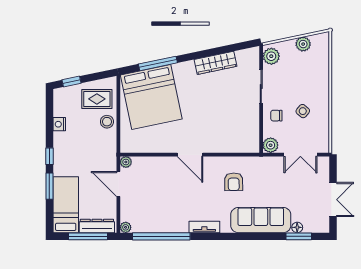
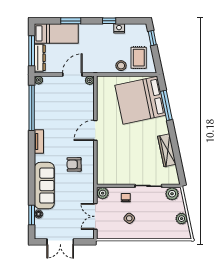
window: (49, 156) -> (109, 21), moved

